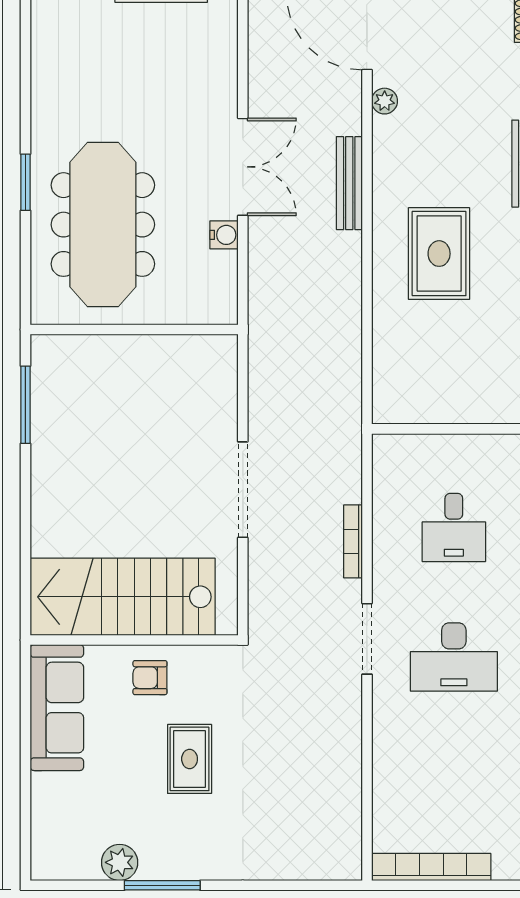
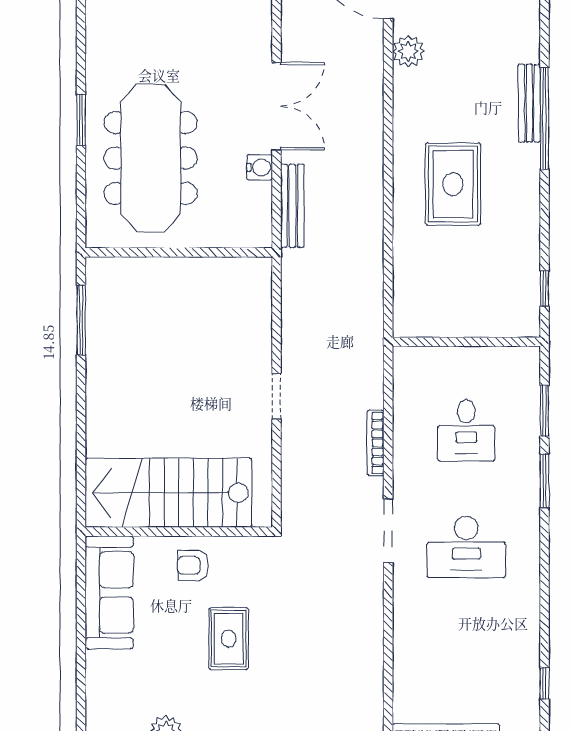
plant: (385, 101) -> (408, 51), width x1.38, depth x1.38
bench: (349, 183) -> (292, 206), moved
doorway: (243, 490) -> (276, 396), width x0.53

